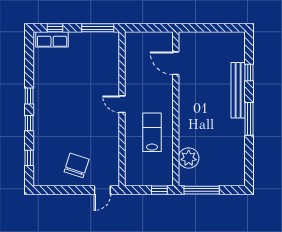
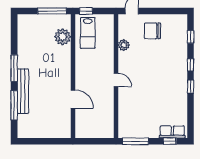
door: (176, 63) -> (73, 99), moved
window: (249, 73) -> (14, 105), width x2.17
lab bench: (152, 132) -> (88, 33), moved
plant: (112, 148) -> (124, 45), added
chair: (77, 165) -> (152, 31), turned 72

